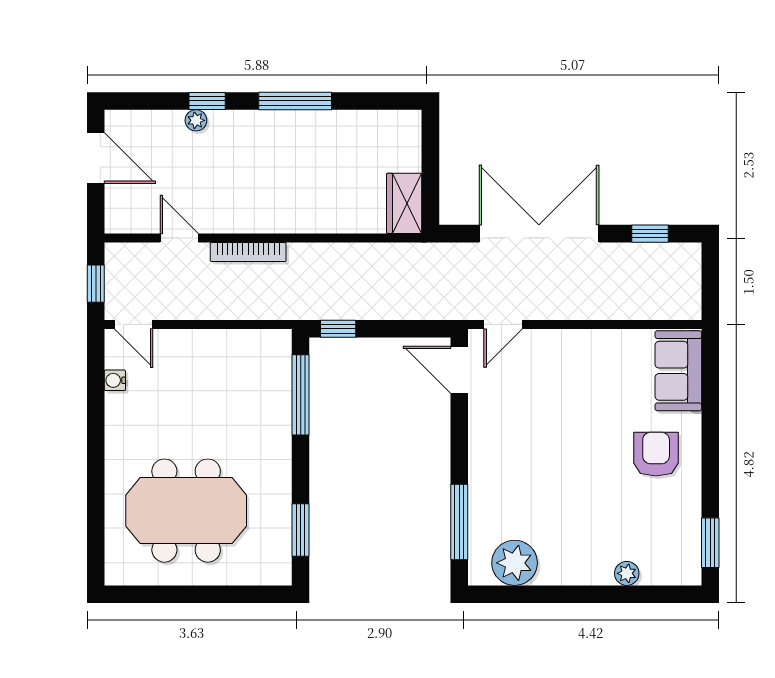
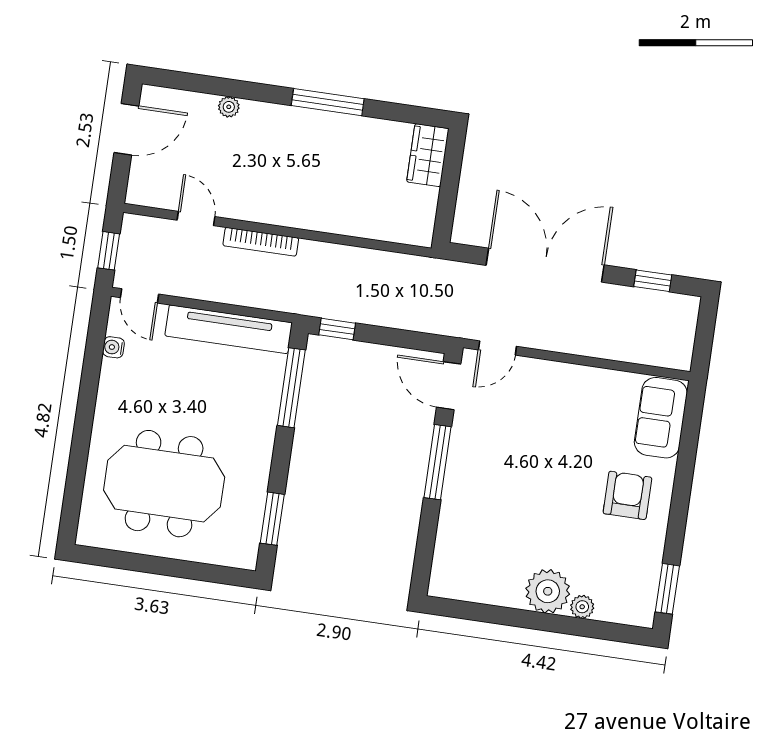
window: (207, 101) -> (242, 90), removed
door: (96, 158) -> (126, 129), hinge flipped
wardrobe: (404, 203) -> (428, 155), moved
tv unit: (229, 345) -> (229, 329), added
window: (459, 522) -> (438, 462), moved
plant: (515, 563) -> (548, 591), moved

